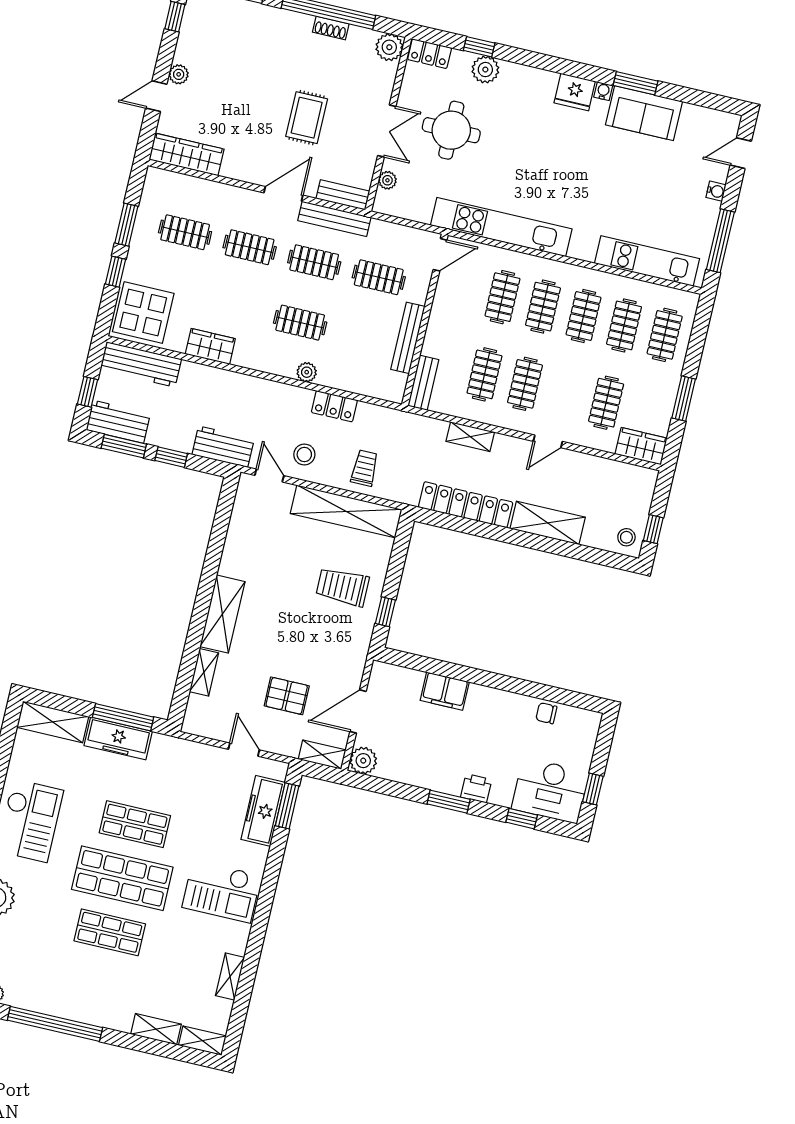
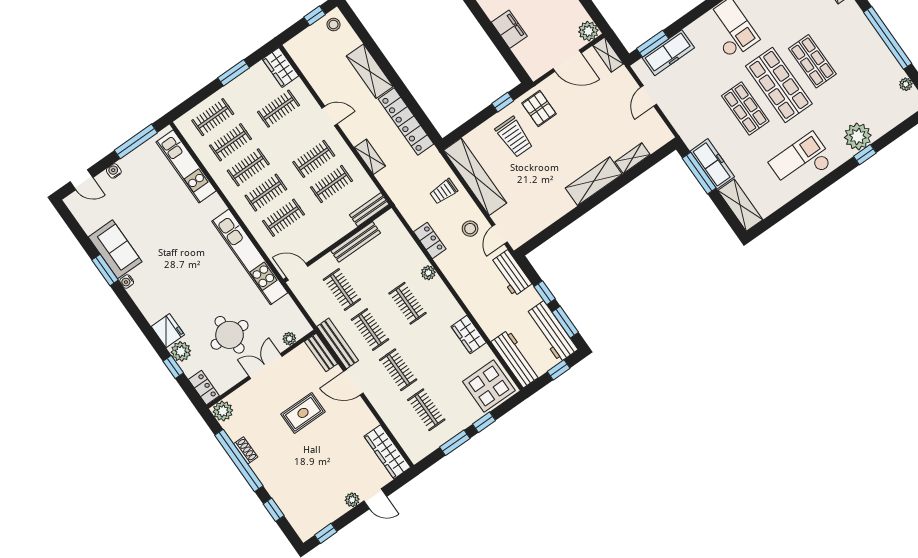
fridge: (575, 92) -> (168, 331), moved
workbench: (118, 422) -> (552, 332), width x1.37
pallet: (287, 696) -> (539, 108), moved

